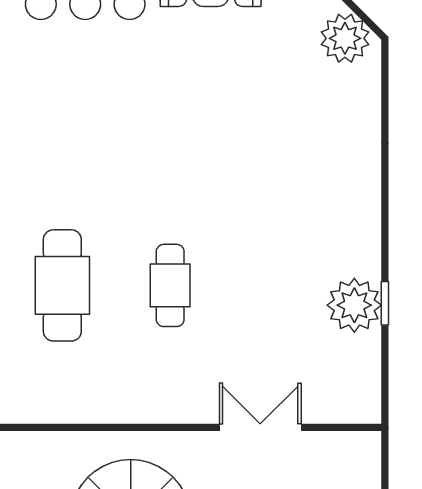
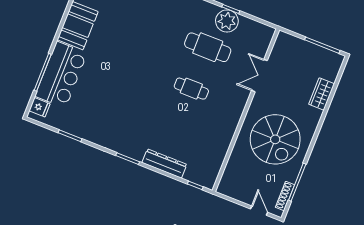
cafe table: (62, 285) -> (208, 47), moved

